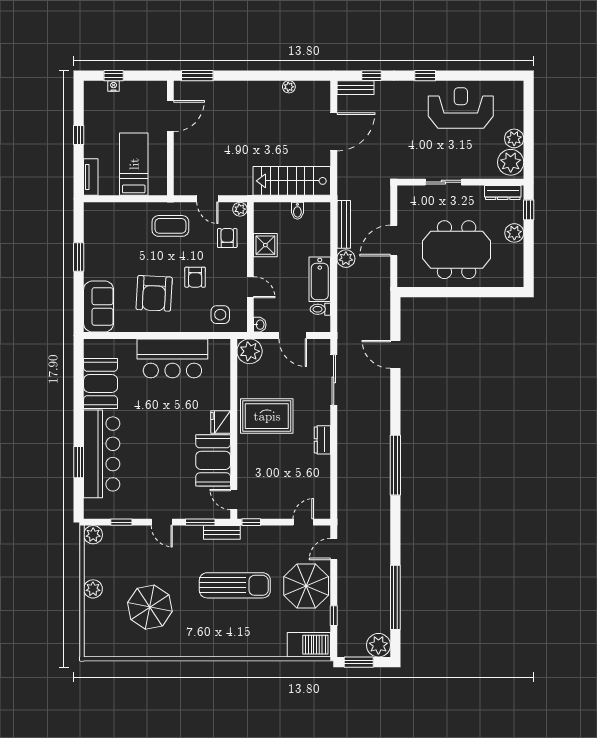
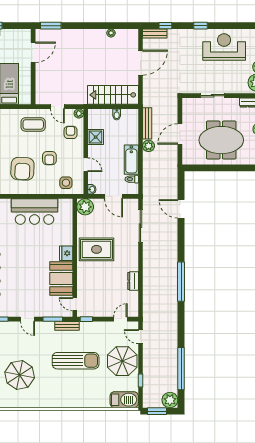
dresser: (322, 440) -> (133, 281), moved
door: (334, 549) -> (140, 337), hinge flipped

